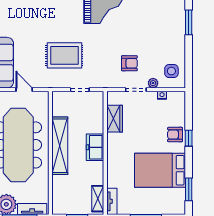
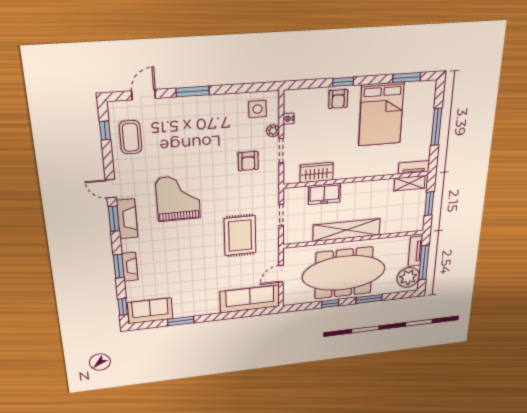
armchair: (129, 63) -> (248, 161), turned 180
freezer: (95, 147) -> (324, 194), moved

